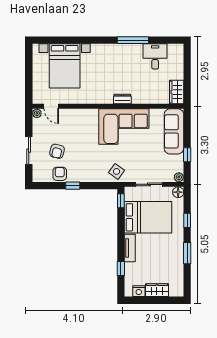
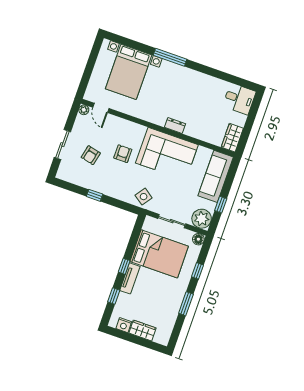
window: (133, 40) -> (170, 57), moved
desk: (155, 56) -> (239, 99), moved, turned 90
armchair: (60, 174) -> (123, 154), moved
plant: (179, 177) -> (202, 219), width x1.88, depth x1.88
window: (121, 201) -> (124, 266), moved

